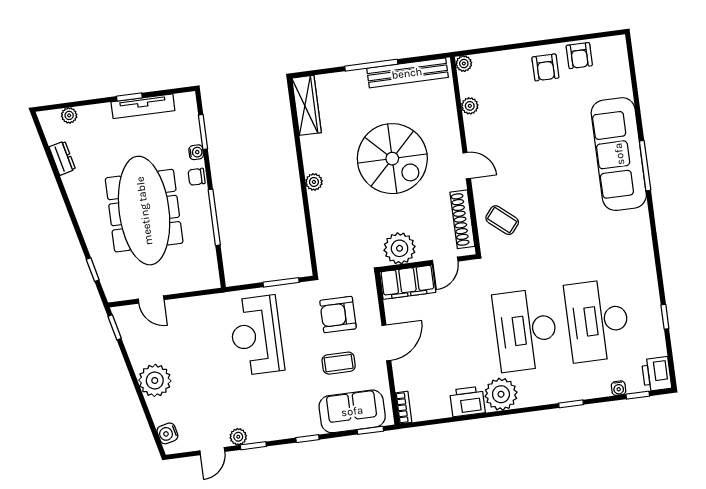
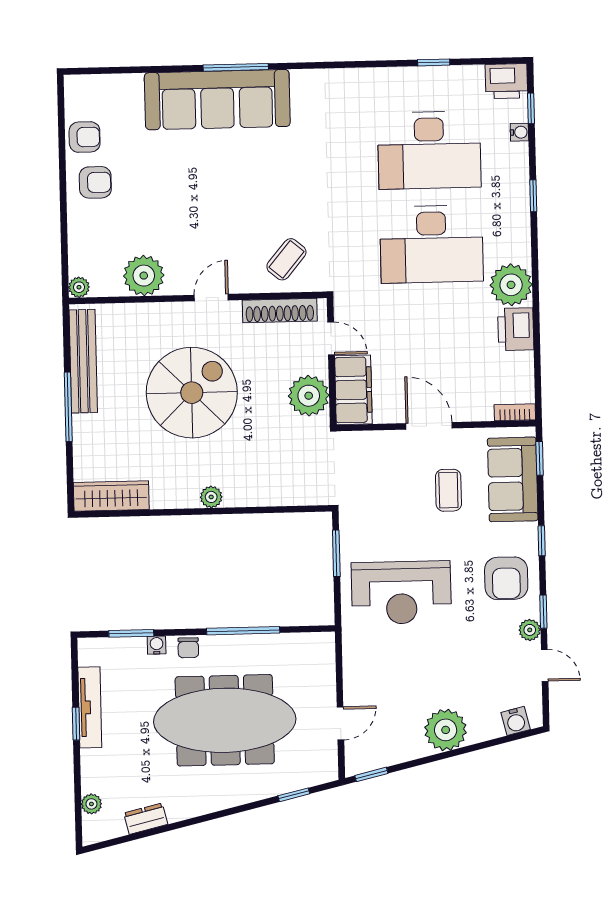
plant: (470, 106) -> (144, 276), width x1.88, depth x1.88
armchair: (338, 315) -> (506, 578), moved

